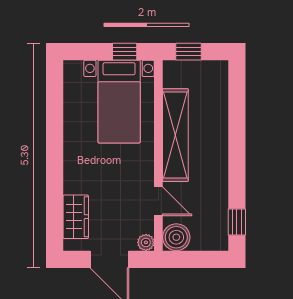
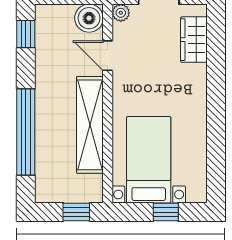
window: (125, 52) -> (166, 212), moved
window: (237, 128) -> (26, 132), added

